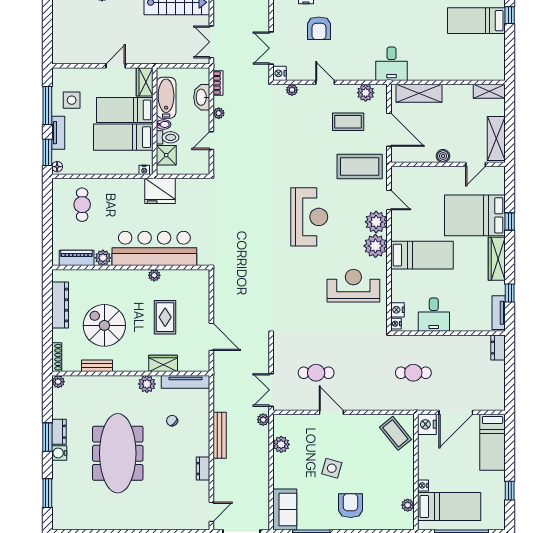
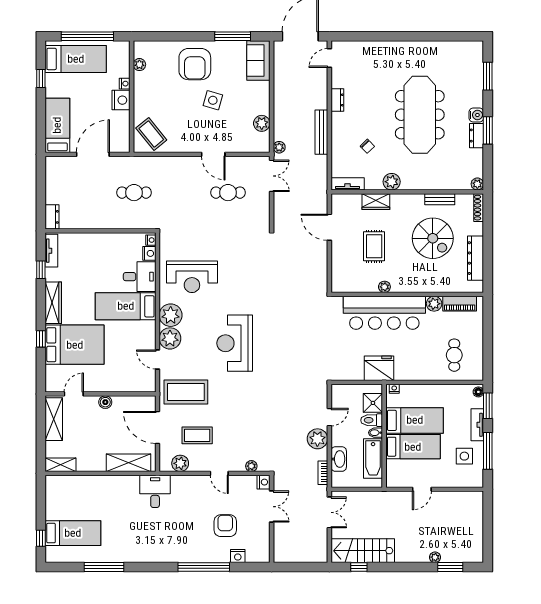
wardrobe: (145, 82) -> (394, 474), removed
plant: (219, 113) -> (317, 439), width x1.88, depth x1.88
desk: (434, 315) -> (140, 277), moved, turned 90
tv unit: (186, 382) -> (348, 184), width x0.71
nightstand: (427, 424) -> (121, 100), moved
armchair: (350, 506) -> (195, 64), width x1.36, depth x1.36
bed: (449, 507) -> (76, 59), moved, turned 180

